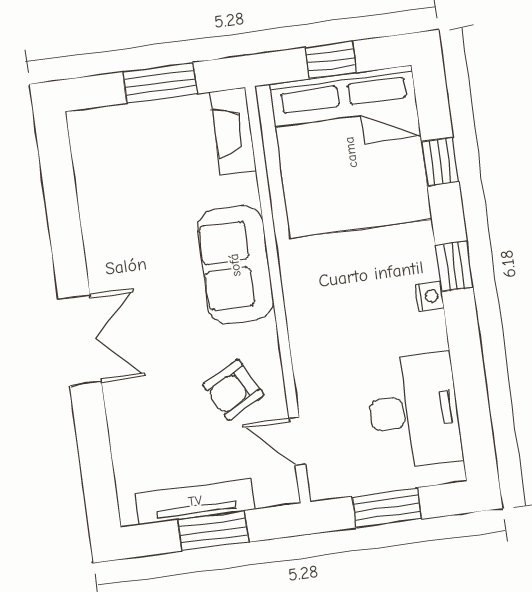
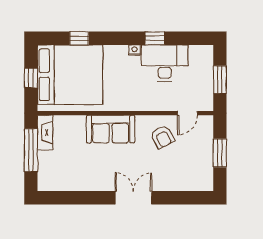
window: (160, 83) -> (31, 150), width x1.44
fireplace: (233, 131) -> (45, 133), moved, turned -90
window: (454, 266) -> (155, 38), moved
desk: (414, 411) -> (165, 63), moved
tv unit: (195, 501) -> (207, 159), removed

